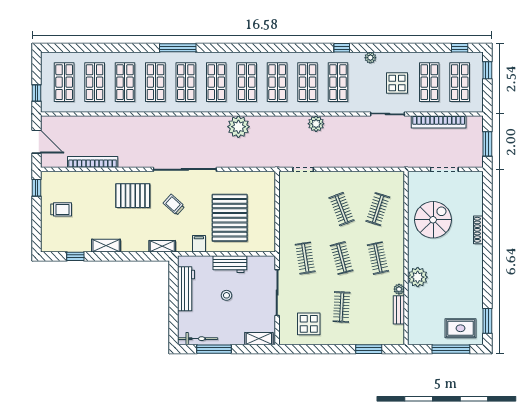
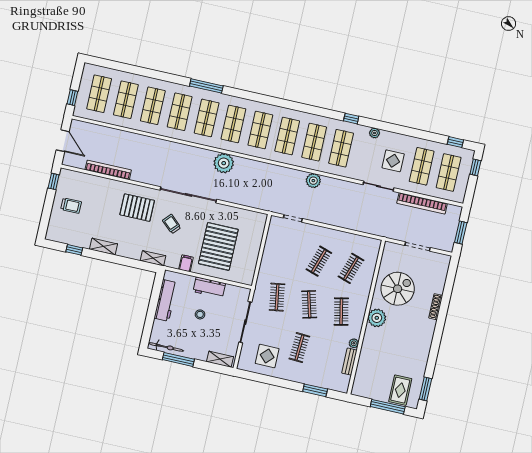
plant: (238, 127) -> (224, 163), moved
clothes rail: (342, 209) -> (319, 261), turned 39
plant: (418, 277) -> (377, 318), moved
rug: (460, 328) -> (400, 390), turned 90

